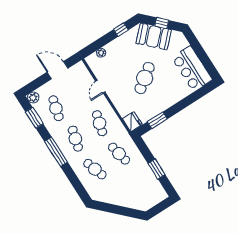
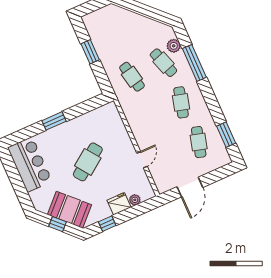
door: (57, 70) -> (190, 187), hinge flipped
plant: (33, 98) -> (174, 46), moved
window: (157, 120) -> (54, 121), moved
fridge: (132, 122) -> (119, 204), moved, turned 90
cafe table: (100, 123) -> (150, 116), removed
window: (56, 152) -> (194, 63), moved

